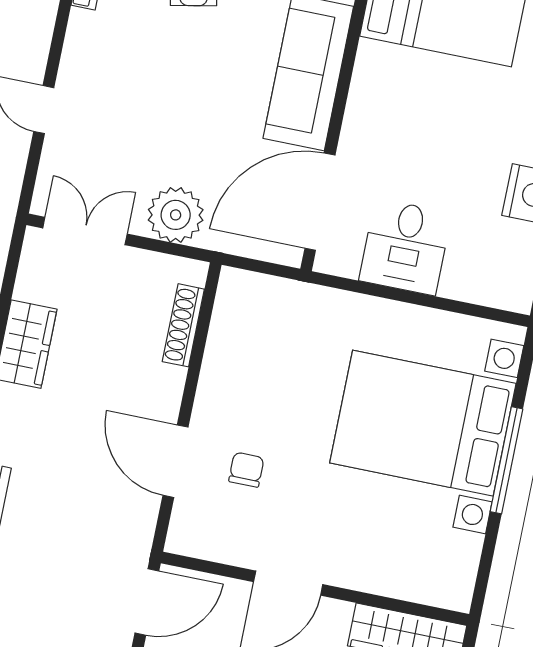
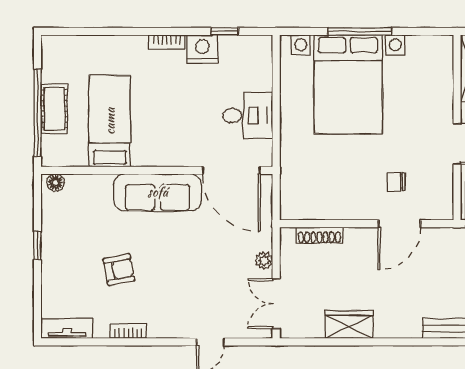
plant: (176, 215) -> (264, 261), width x0.53, depth x0.53

